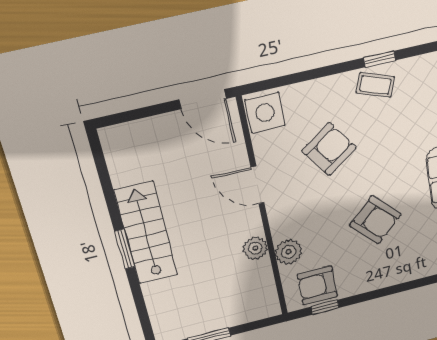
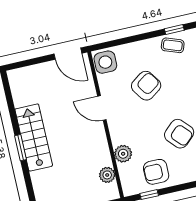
plant: (255, 248) -> (107, 175), moved
armchair: (317, 285) -> (156, 172), moved

